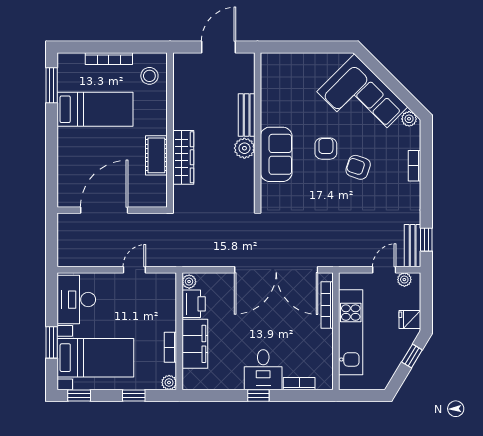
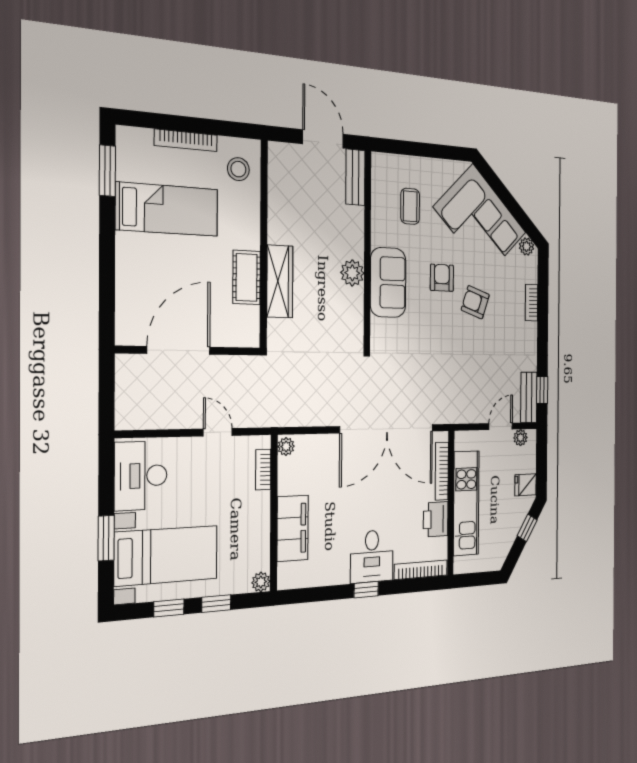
door: (219, 47) -> (323, 139), hinge flipped
coffee table: (296, 93) -> (410, 206), added
bench: (247, 115) -> (355, 177), moved
door: (134, 270) -> (218, 432), hinge flipped
printer: (194, 304) -> (436, 519), moved, turned 180
bookcase: (170, 347) -> (263, 470), moved
bookcase: (299, 384) -> (421, 570), width x1.56
window: (79, 396) -> (169, 608), moved

